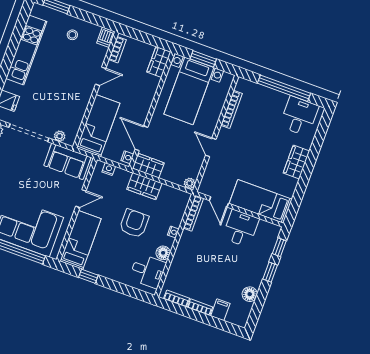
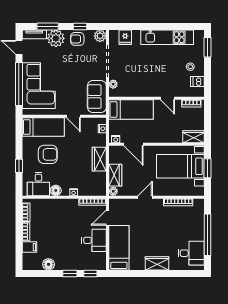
dishwasher: (106, 37) -> (197, 82), moved
door: (141, 138) -> (133, 144), swing flipped
wardrobe: (148, 166) -> (115, 175), moved
armchair: (134, 223) -> (48, 154), moved
window: (88, 276) -> (19, 166), moved

